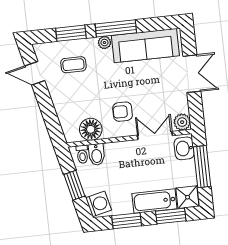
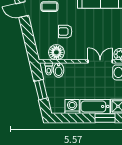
armchair: (123, 112) -> (65, 31), moved
washing machine: (99, 204) -> (72, 106), moved, turned -77
window: (127, 221) -> (74, 118), removed

